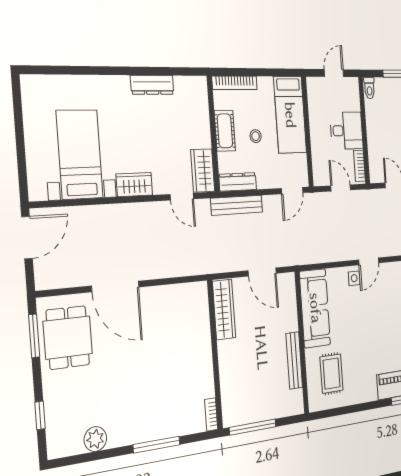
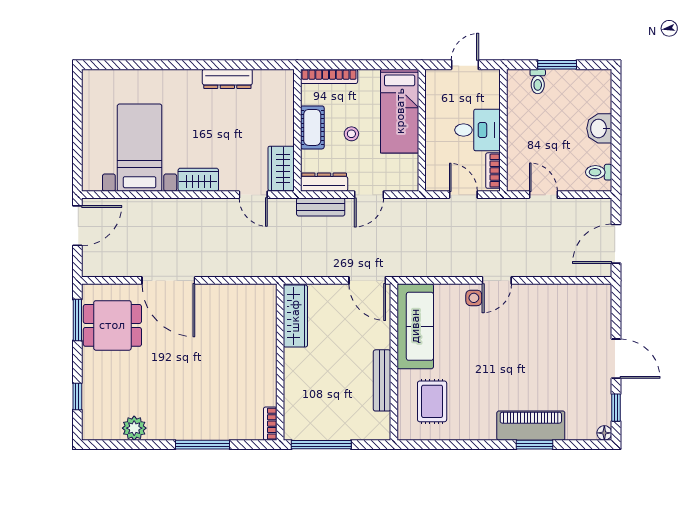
toilet: (369, 88) -> (538, 81), moved
door: (292, 191) -> (369, 195), moved
bench: (237, 205) -> (321, 207), width x0.73
door: (262, 272) -> (367, 280), moved
dining table: (68, 338) -> (112, 325), turned 90

